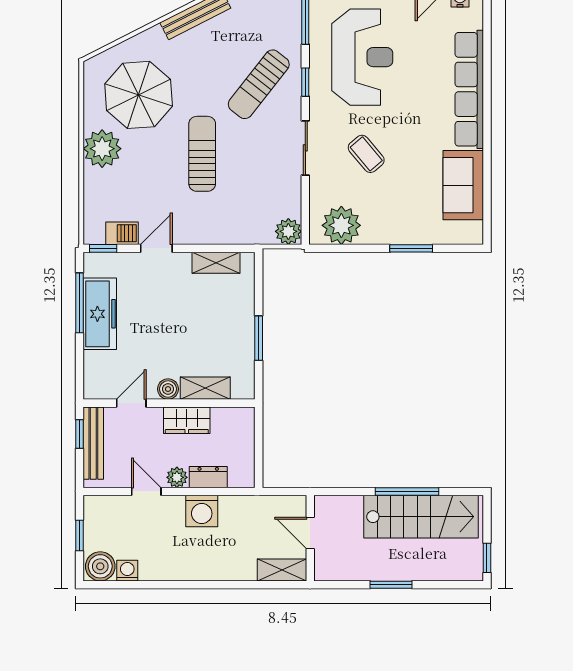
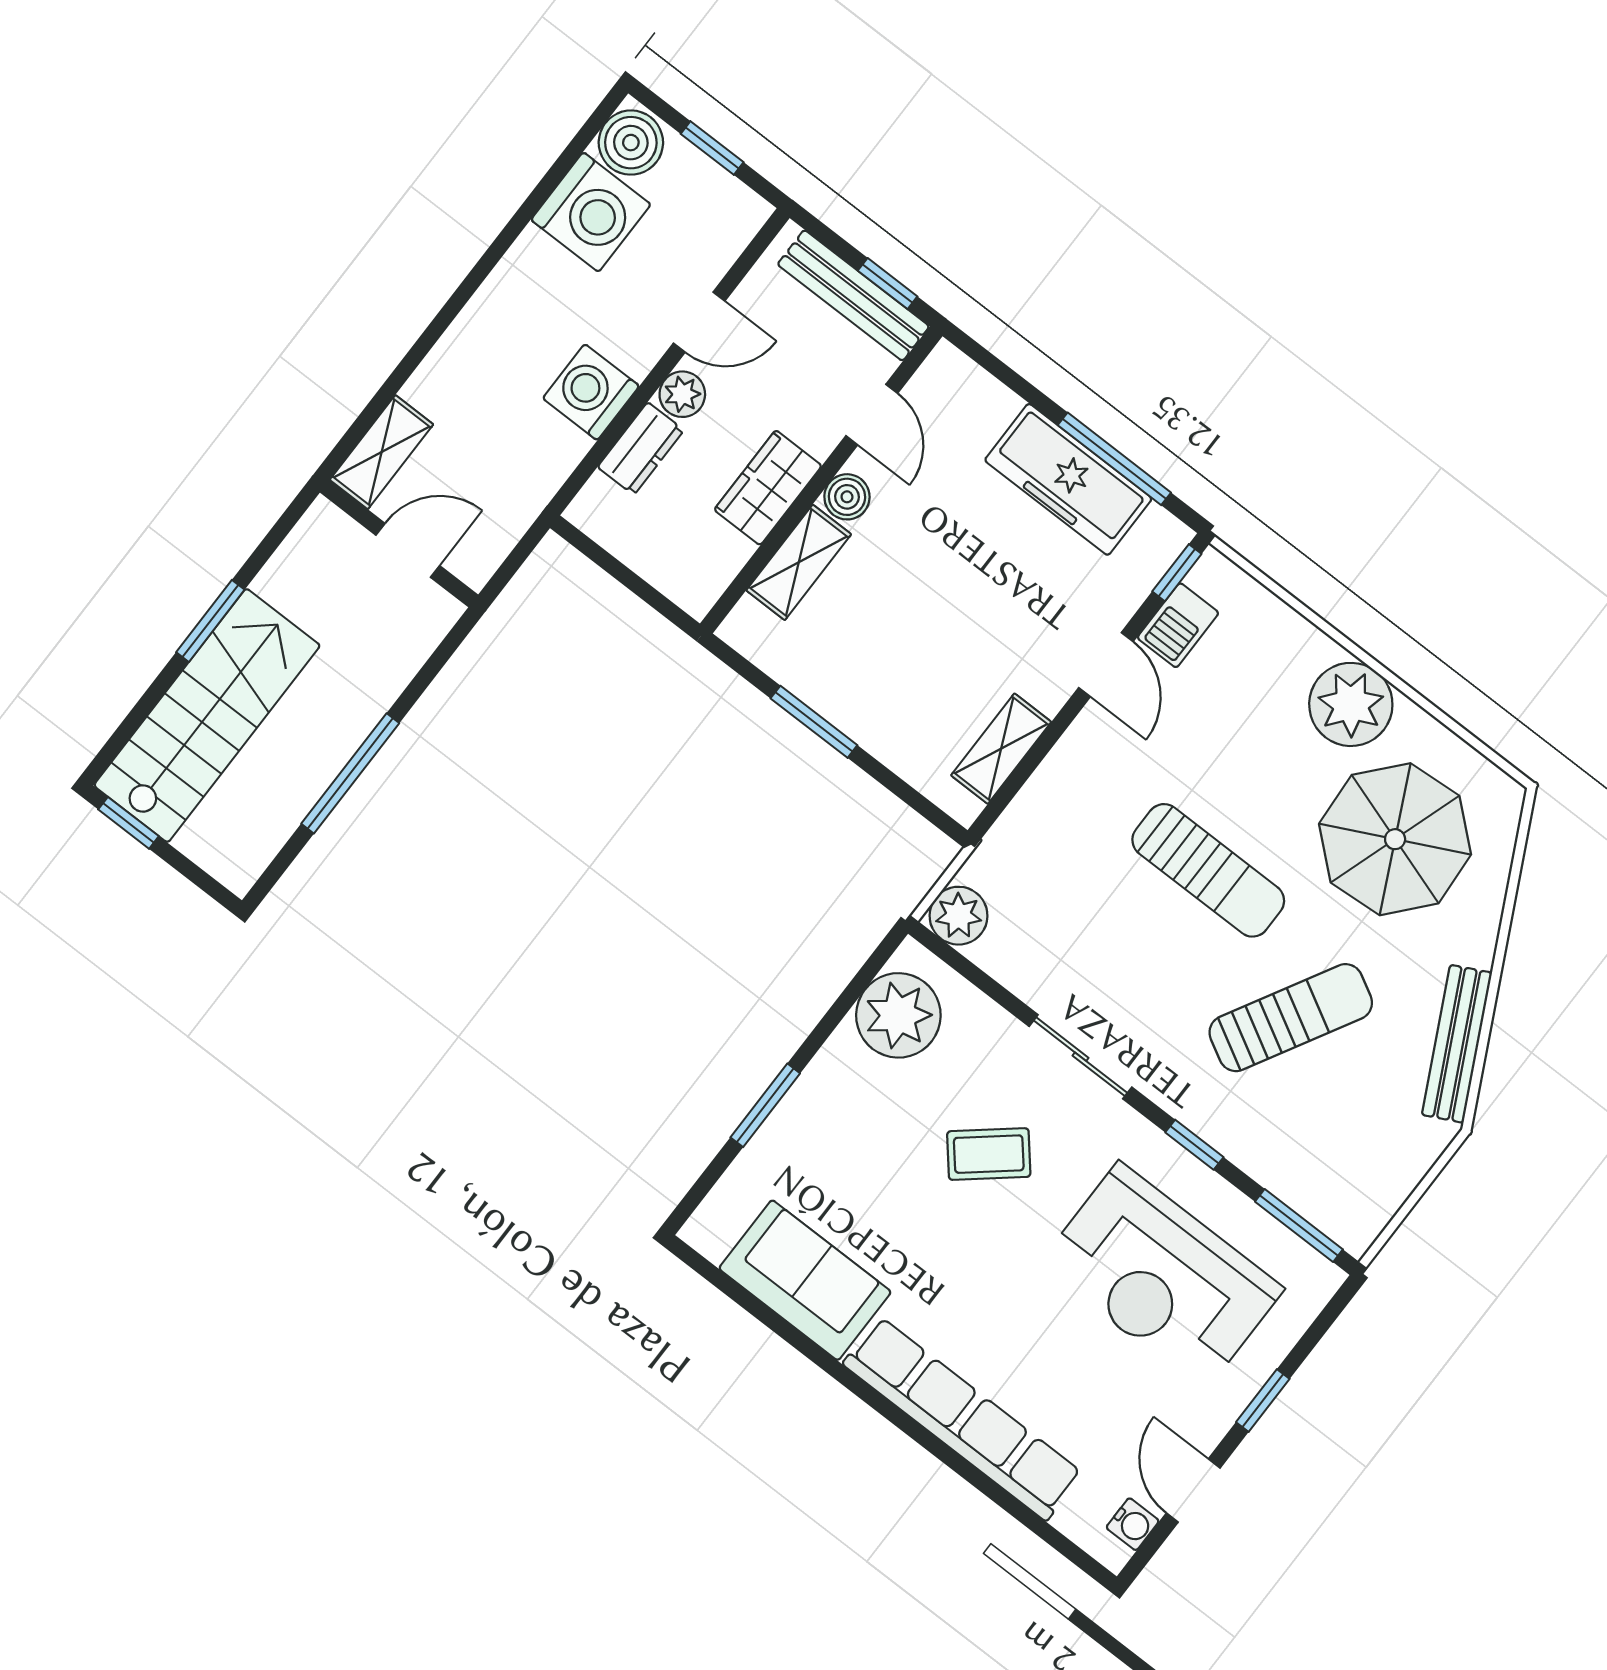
sun lounger: (259, 84) -> (1291, 1018), moved, turned 81
stairs: (421, 517) -> (207, 715), moved, turned 180
washing machine: (127, 571) -> (591, 212), width x1.89, depth x1.89

